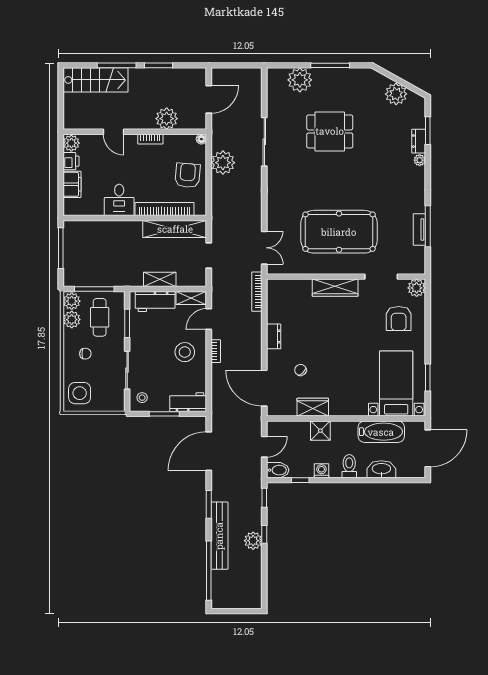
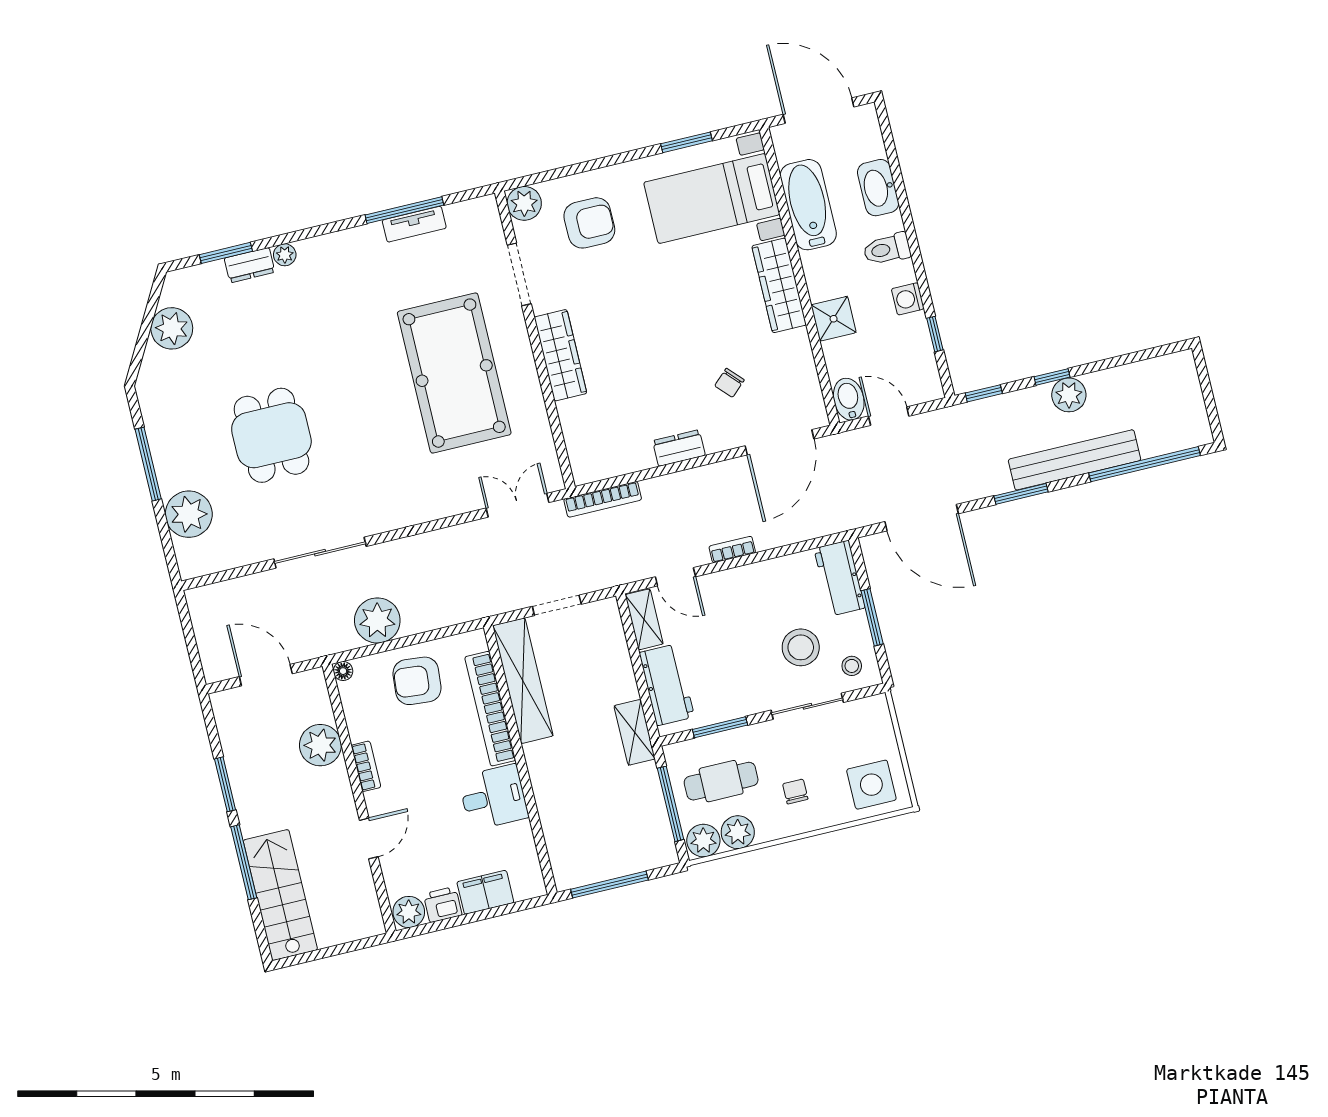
shelving: (160, 279) -> (635, 732), moved
stool: (185, 352) -> (801, 647), moved
wardrobe: (313, 407) -> (779, 285), moved, width x1.50
bidet: (278, 470) -> (849, 399), moved

